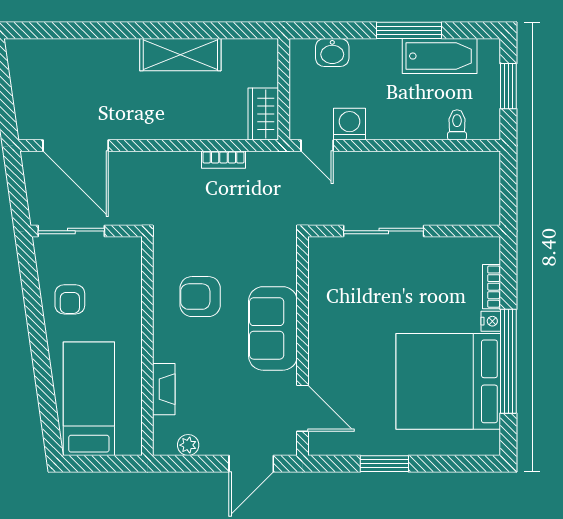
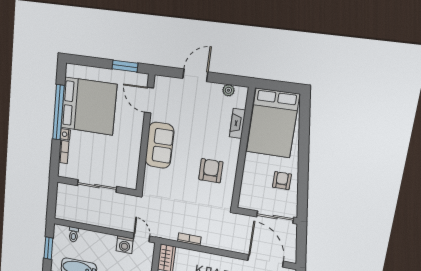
sliding door: (384, 231) -> (97, 186), moved
armchair: (200, 297) -> (211, 171), turned -90
sofa: (273, 328) -> (160, 145), moved
wall: (302, 346) -> (145, 134), moved
bed: (89, 399) -> (273, 123), width x1.50
door: (302, 408) -> (149, 100), moved

